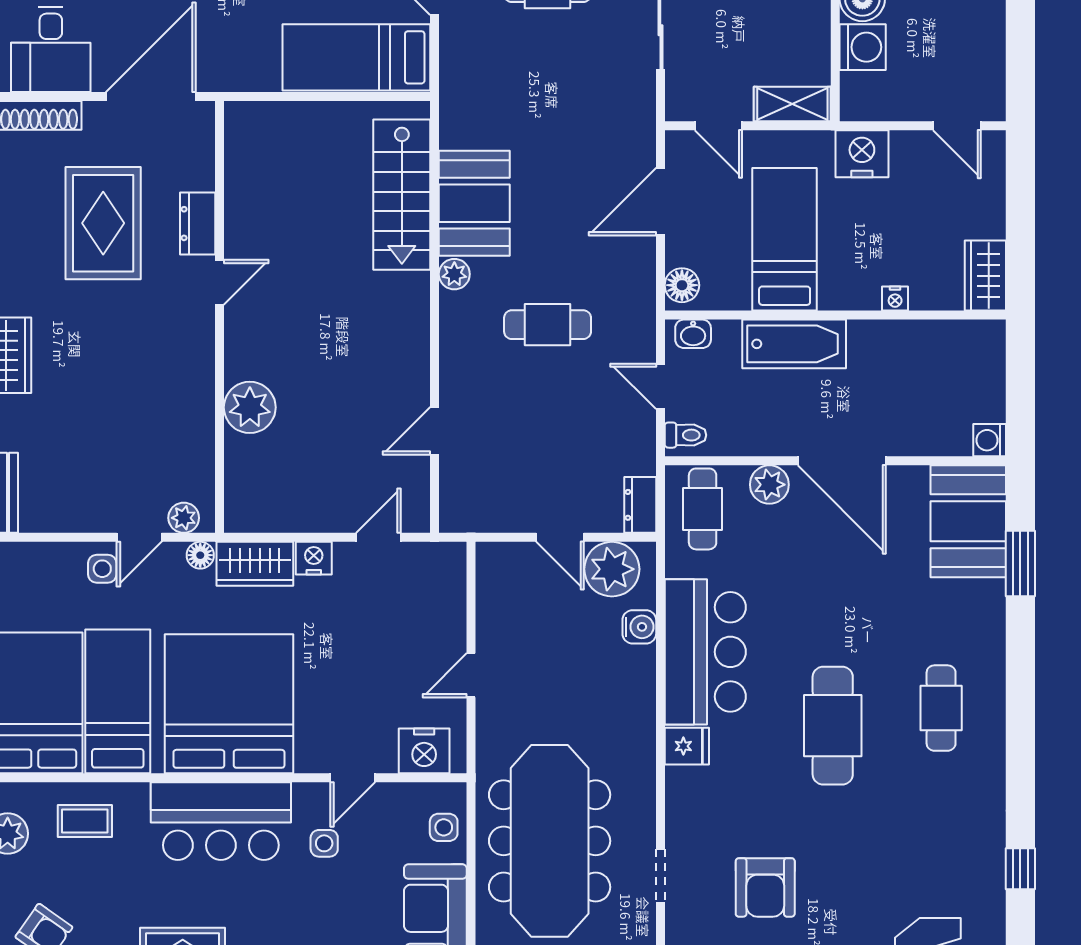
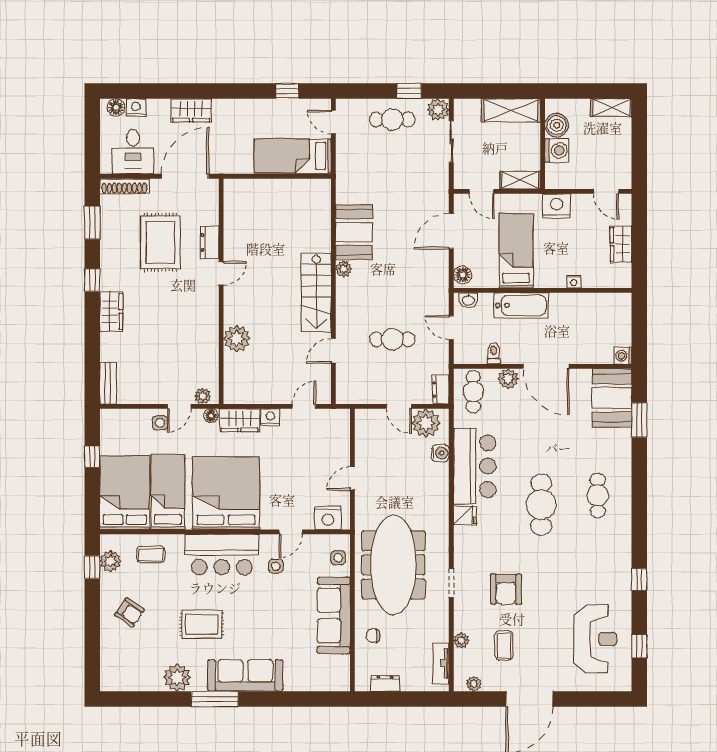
stairs: (402, 195) -> (316, 292), moved
wardrobe: (985, 276) -> (621, 244), moved
cafe table: (548, 325) -> (392, 339), moved
toilet: (686, 435) -> (494, 353), moved, turned -90

